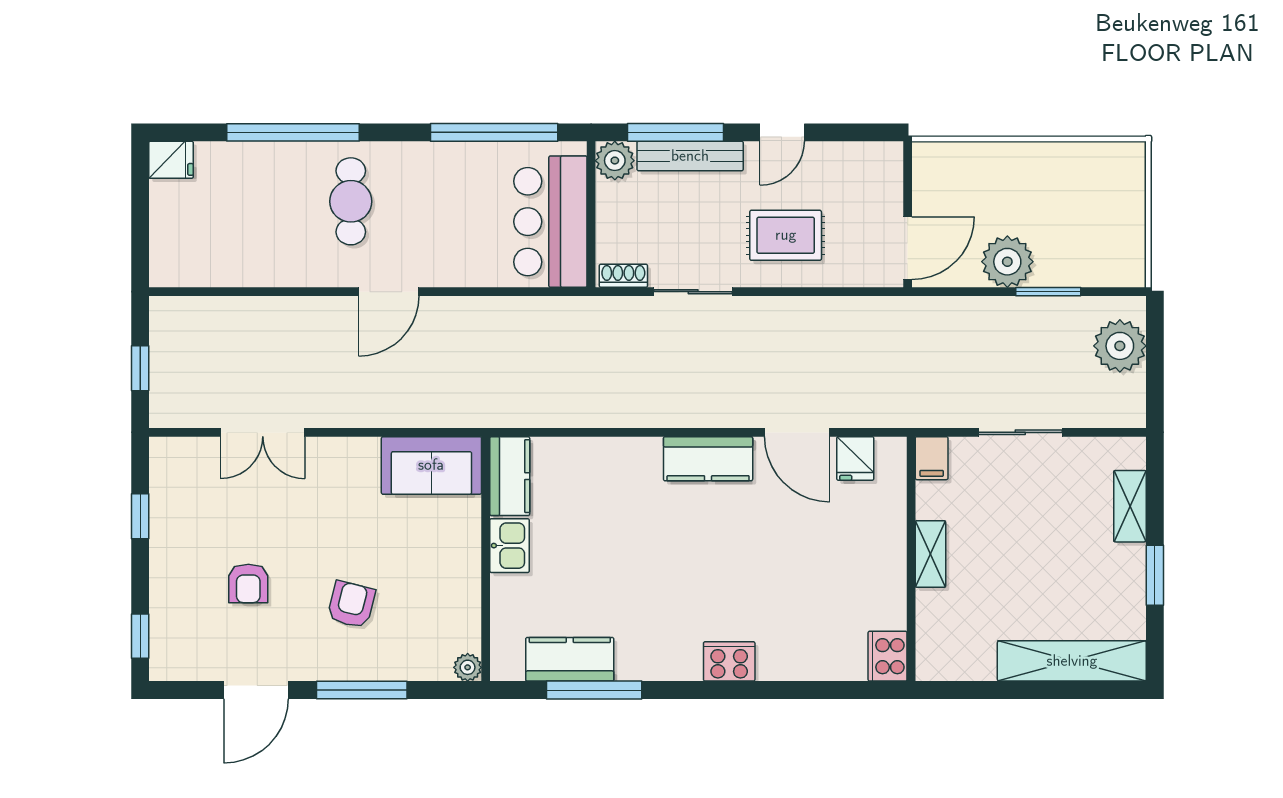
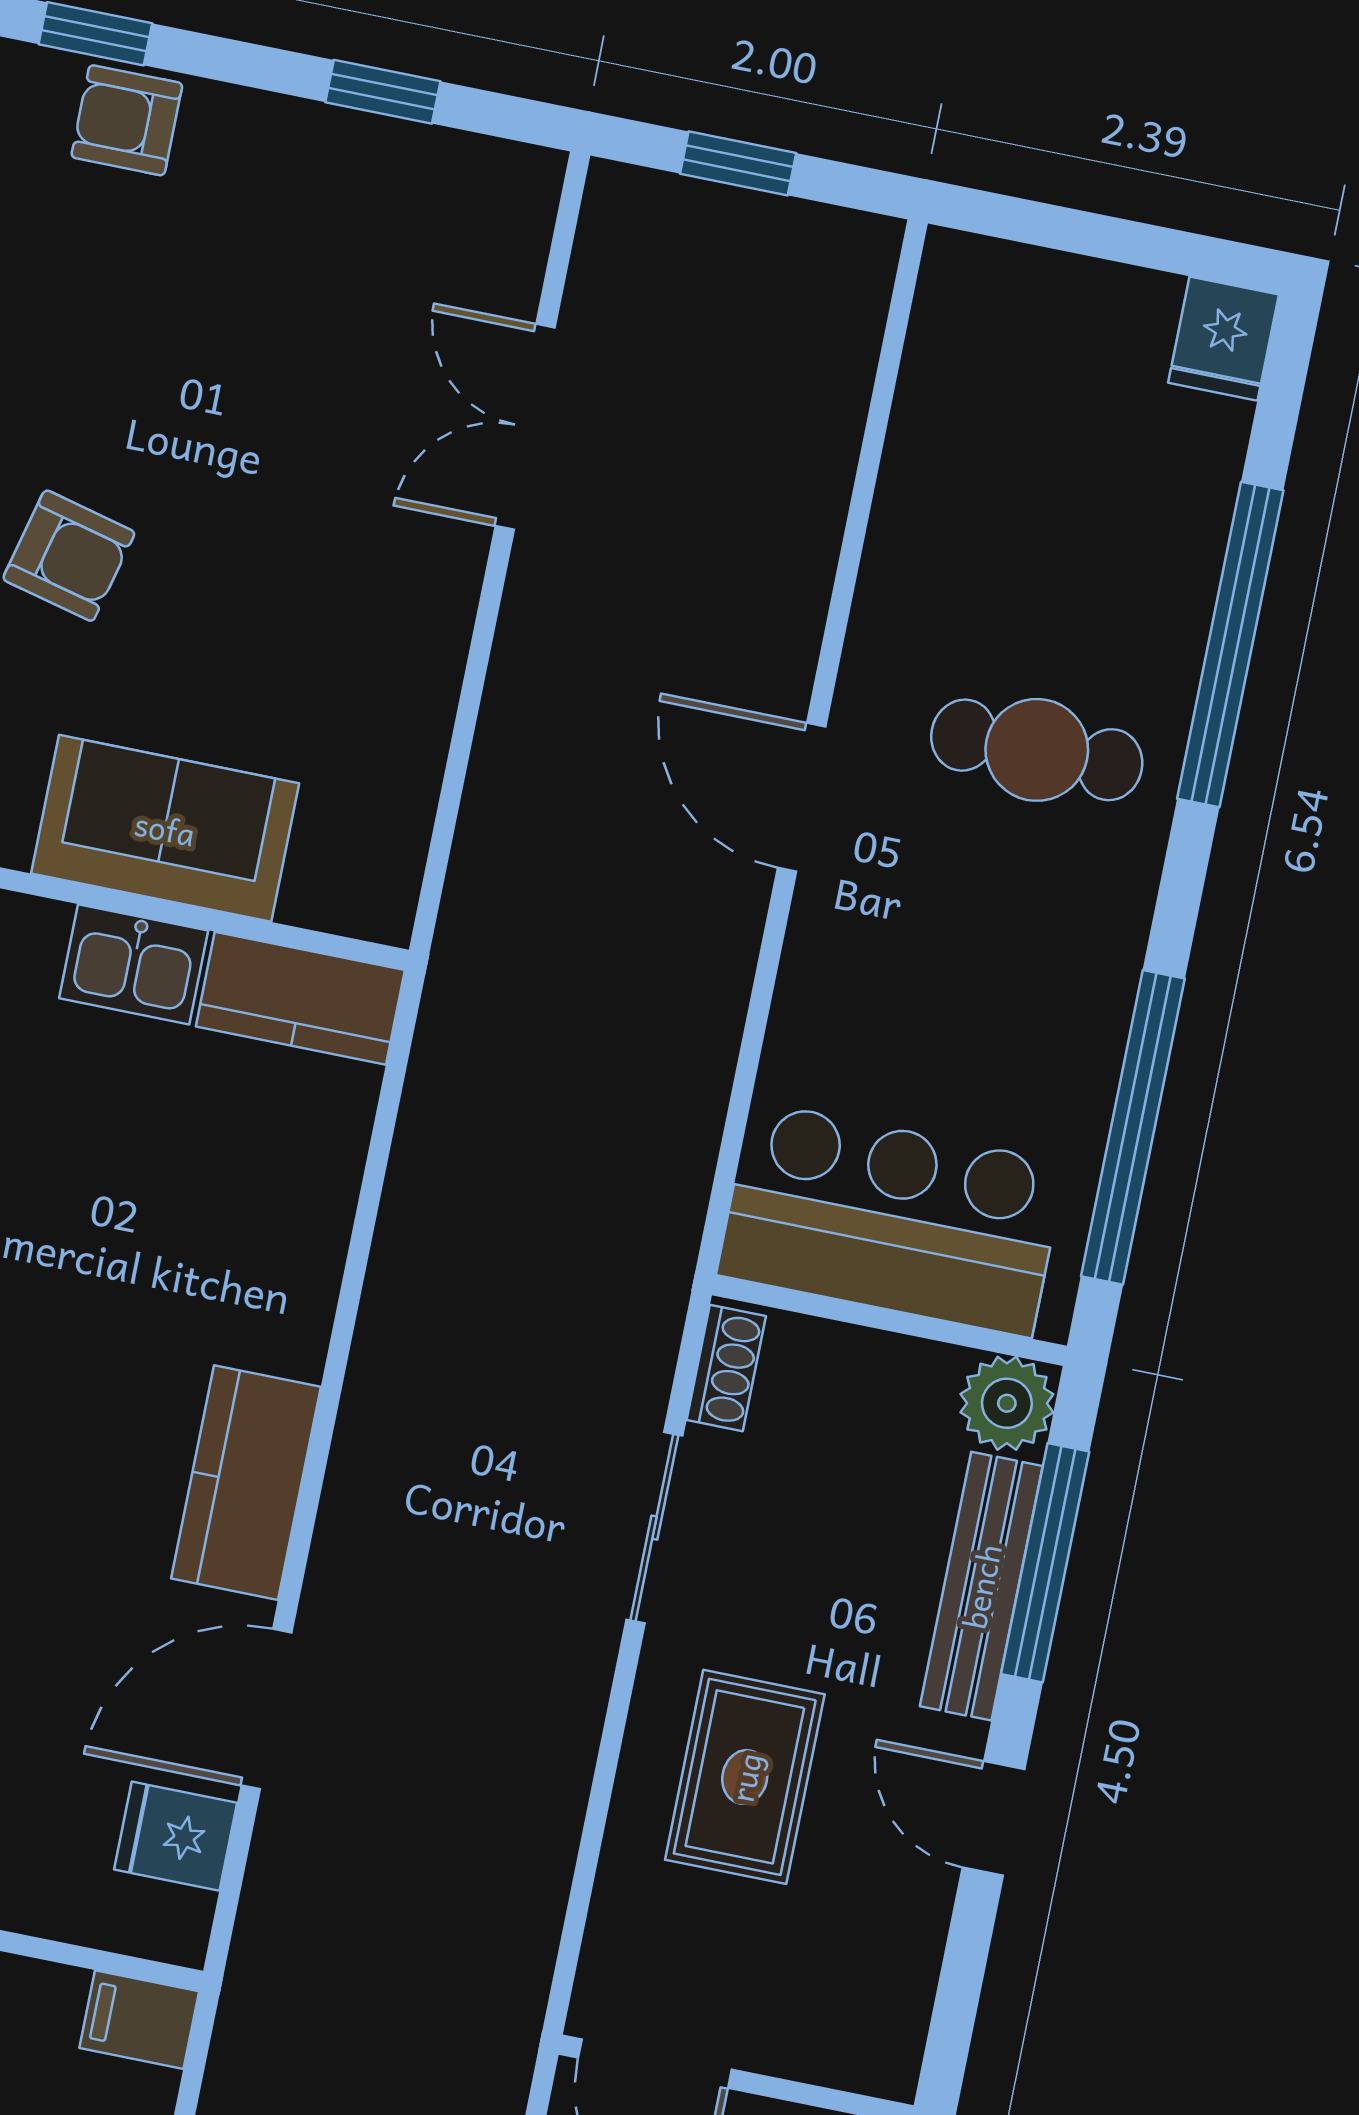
sofa: (431, 465) -> (165, 828), moved, turned 90
armchair: (248, 583) -> (127, 120), moved

